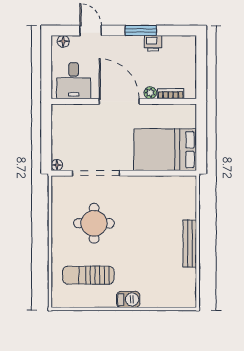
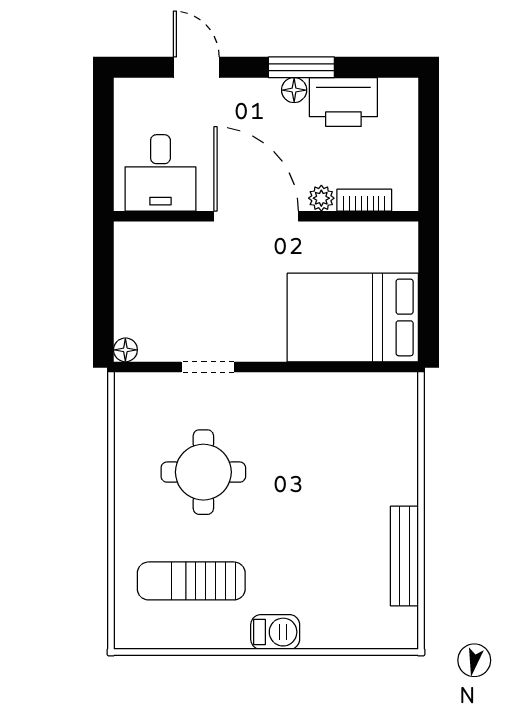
floor lamp: (63, 41) -> (294, 90), moved
printer: (153, 43) -> (343, 102), width x1.87, depth x1.48
doorway: (96, 173) -> (208, 367), width x0.53
bench: (190, 244) -> (404, 556), moved

